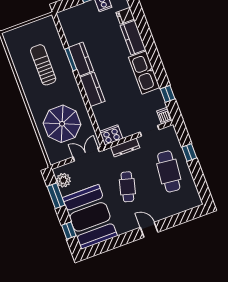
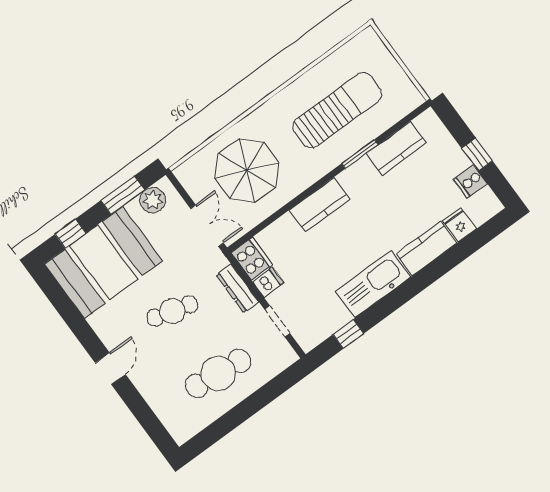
kitchen counter: (81, 59) -> (396, 148), moved
sun lounger: (43, 65) -> (337, 110), width x1.36, depth x1.34
dishwasher: (164, 116) -> (268, 282), moved
window: (189, 152) -> (260, 399), removed

